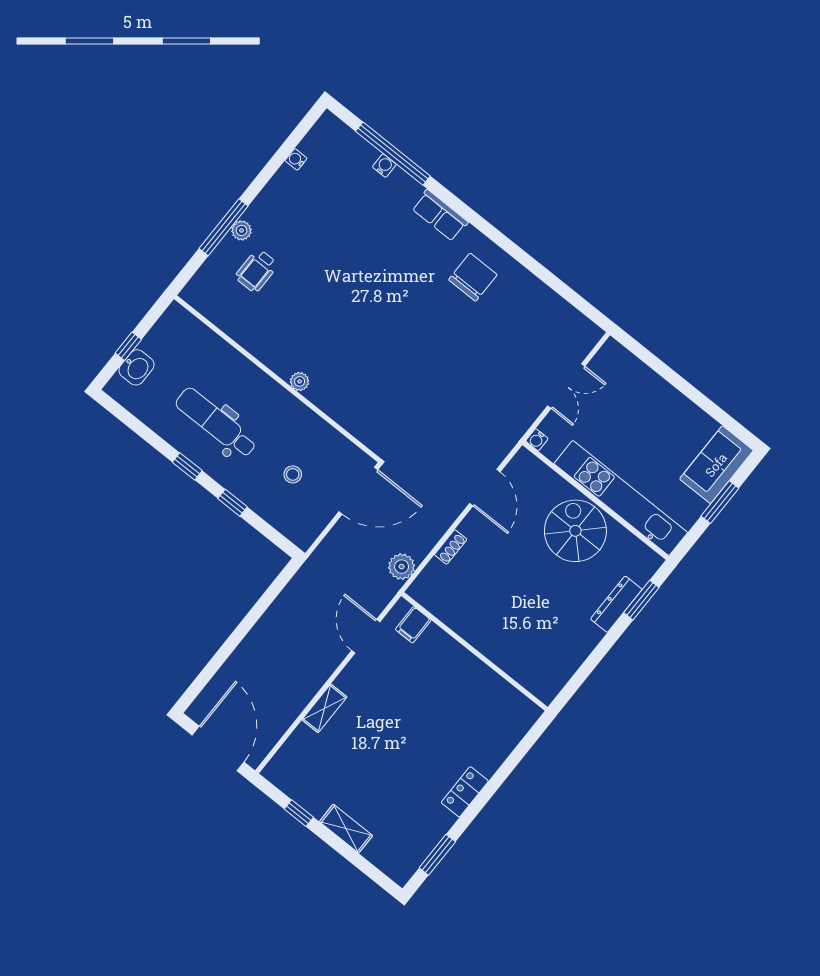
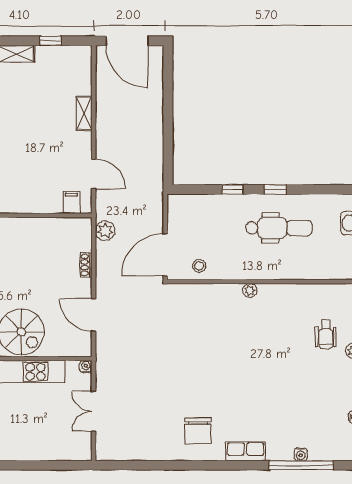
wheelchair: (257, 271) -> (326, 335), turned 180
stool: (293, 474) -> (199, 266), moved

